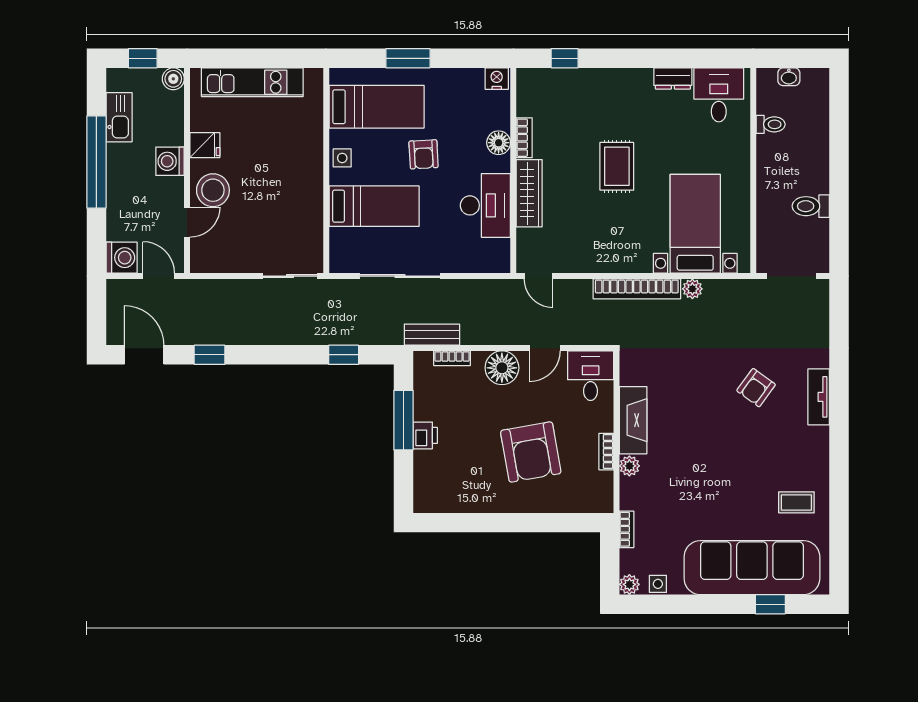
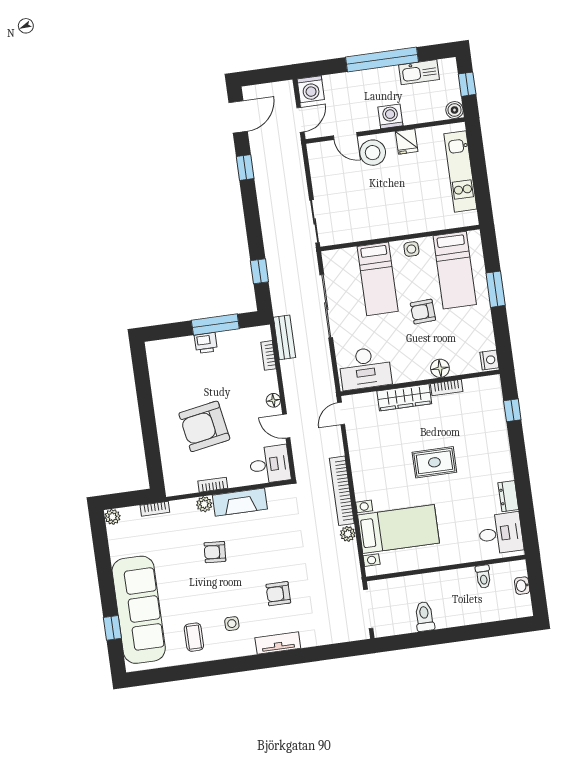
desk: (485, 205) -> (365, 368), moved
floor lamp: (502, 368) -> (273, 400), width x0.53, depth x0.53
armchair: (756, 388) -> (278, 594), turned -36
armchair: (692, 461) -> (215, 552), added
side table: (658, 584) -> (232, 624), moved

